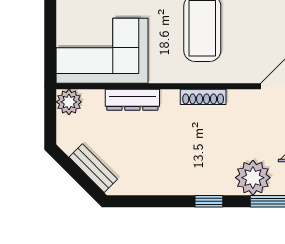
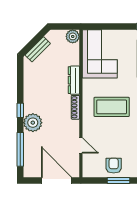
dresser: (132, 100) -> (74, 80), moved
plant: (253, 178) -> (33, 123), moved

